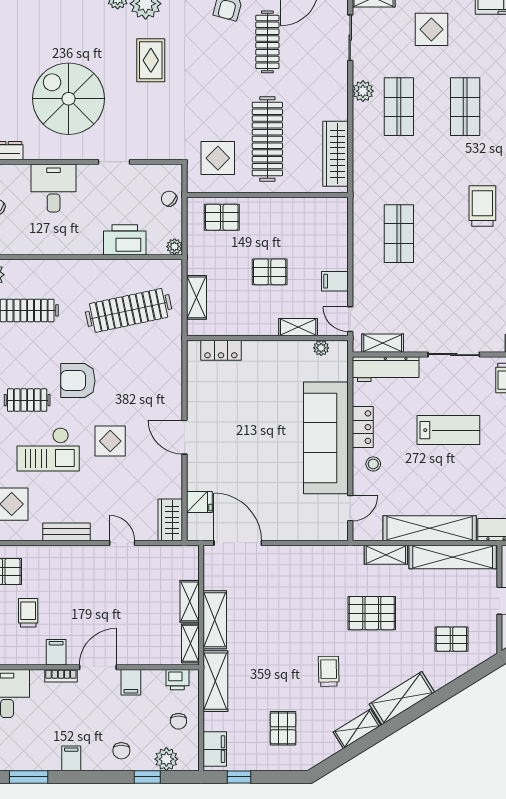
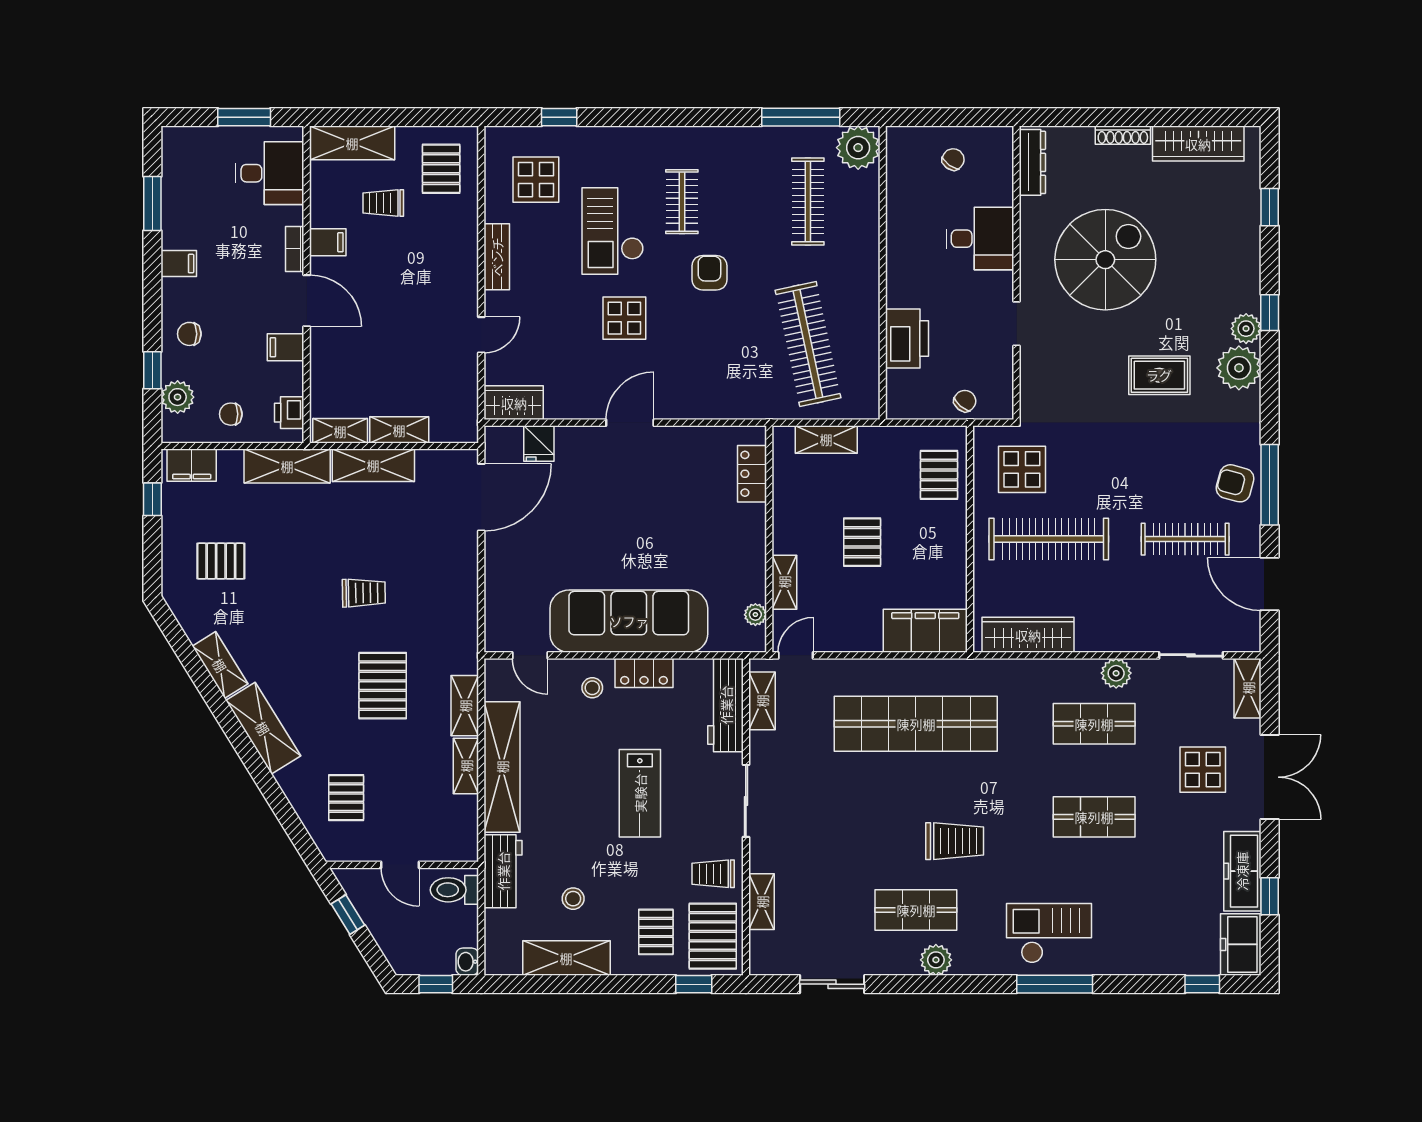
shop shelf: (399, 234) -> (916, 724), width x2.00, depth x1.36
plant: (174, 247) -> (898, 409), removed
filing cabinet: (335, 281) -> (925, 631), moved, width x3.00, depth x1.17
armchair: (78, 381) -> (709, 273), width x0.72, depth x0.72
shelving: (453, 557) -> (466, 766), width x0.45, depth x0.75
trolley: (28, 613) -> (383, 203), turned 180
trolley: (329, 671) -> (364, 593), moved

